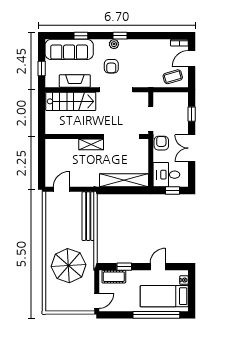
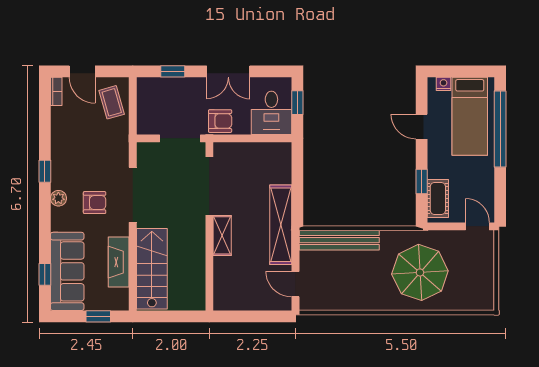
window: (81, 36) -> (45, 274), moved
window: (120, 36) -> (45, 171), moved
armchair: (161, 143) -> (220, 121), turned 180
shelving: (124, 180) -> (281, 225), moved

